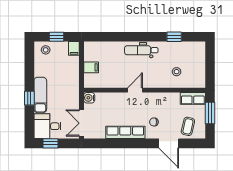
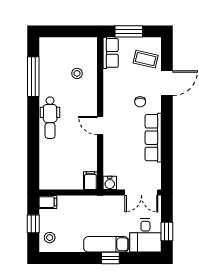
window: (174, 37) -> (33, 77), width x2.17
filing cabinet: (91, 67) -> (90, 181), moved

